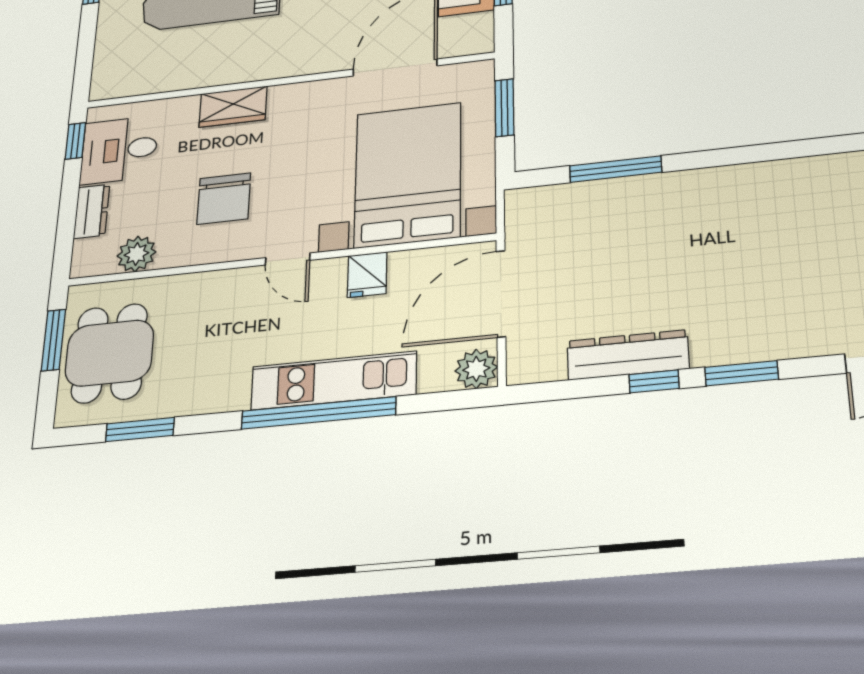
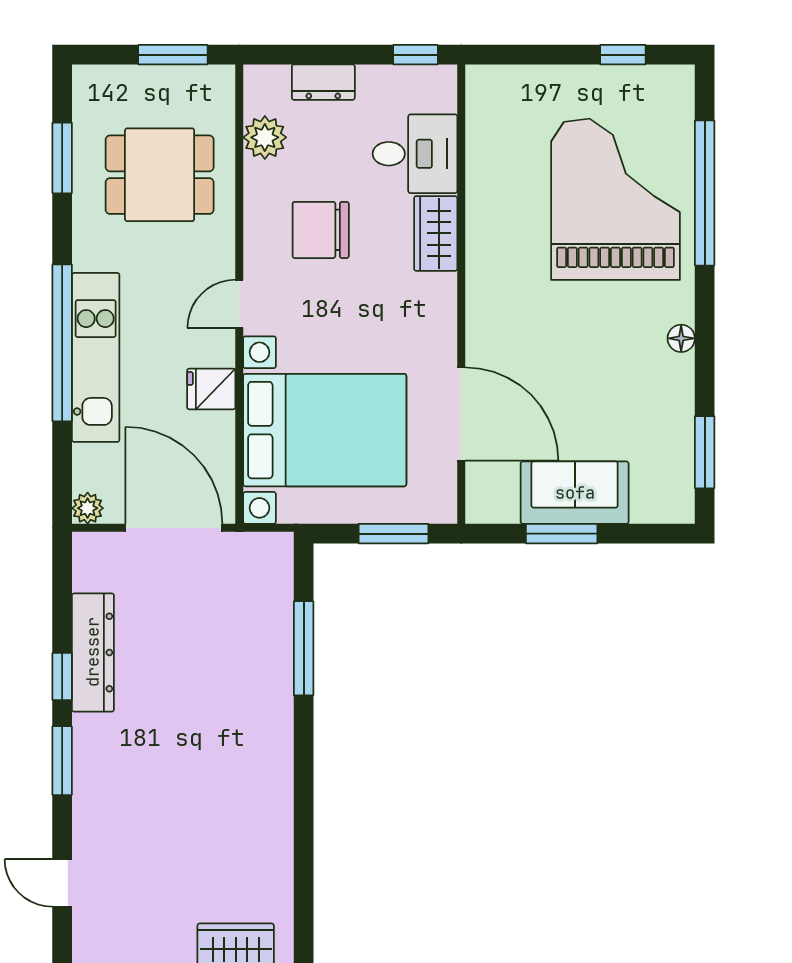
desk: (119, 150) -> (415, 154), moved, turned 90
dining table: (109, 353) -> (160, 175), moved
plant: (476, 369) -> (88, 508), width x0.73, depth x0.73

